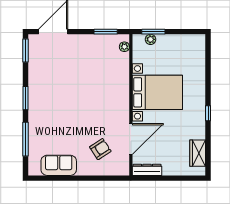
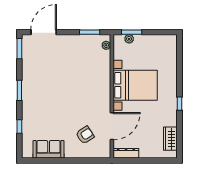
window: (25, 139) -> (19, 126), width x0.46

